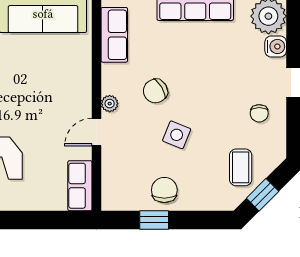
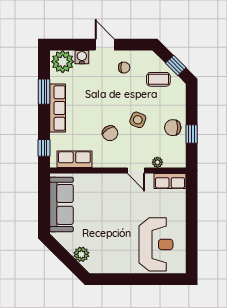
plant: (110, 104) -> (157, 162), moved

